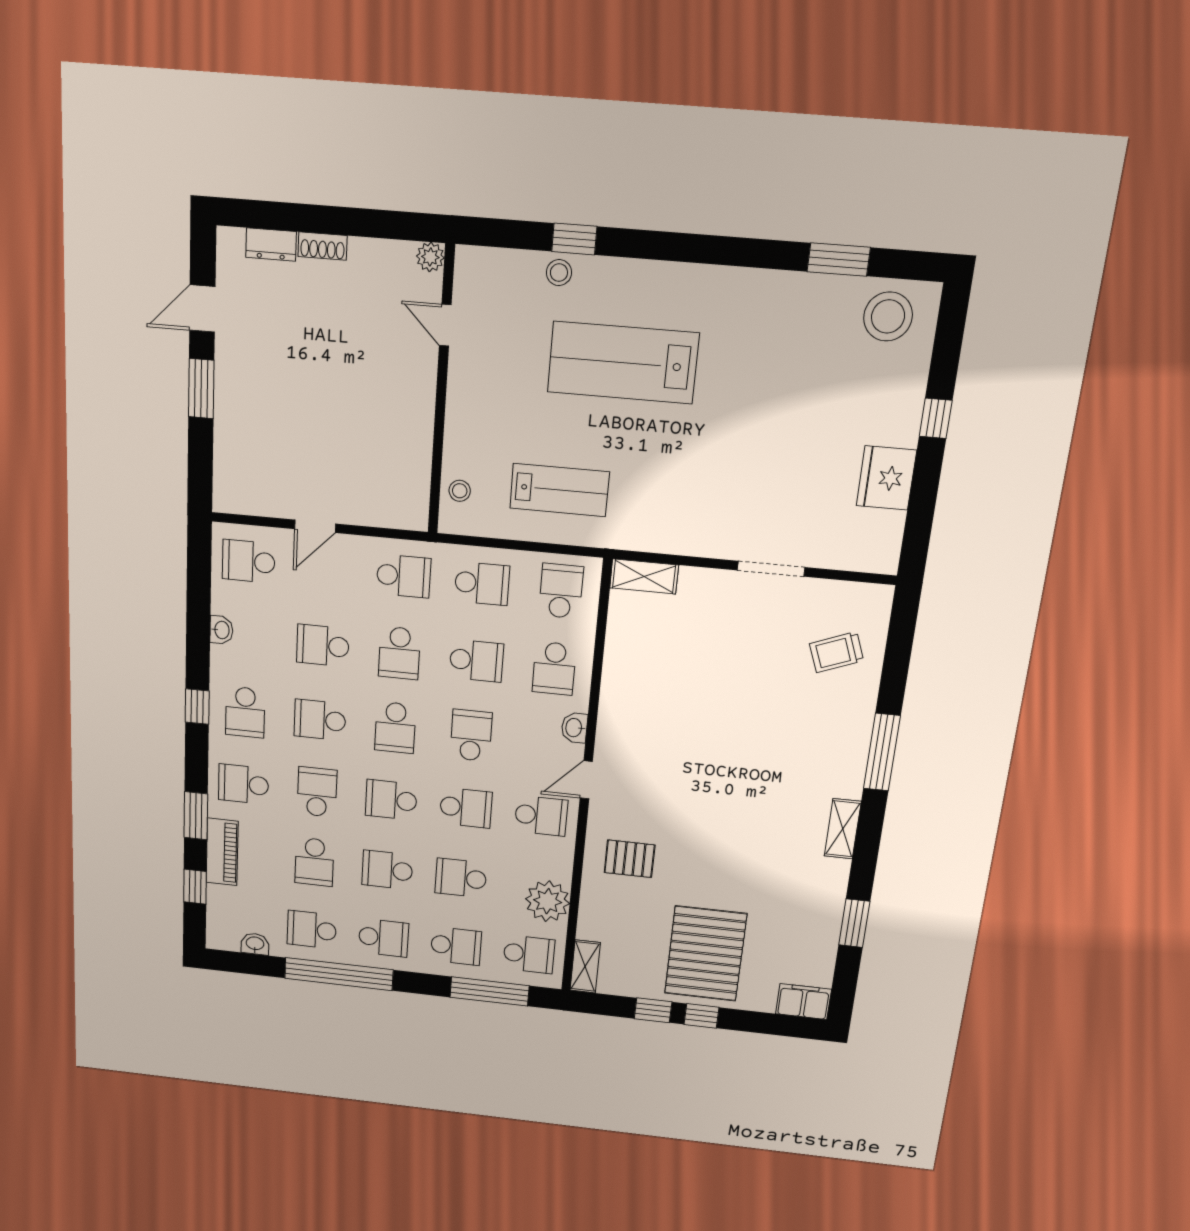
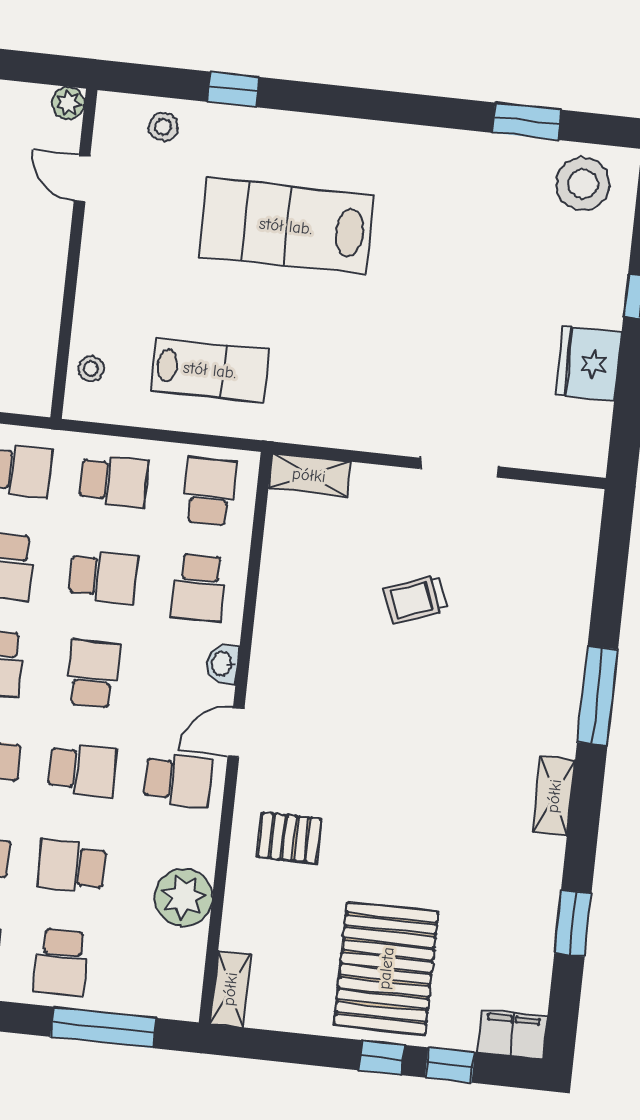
stool: (559, 273) -> (163, 127), moved
trolley: (836, 652) -> (415, 599), moved
school desk: (456, 946) -> (61, 962), turned 90
school desk: (529, 954) -> (157, 973), removed
window: (653, 1010) -> (450, 1065), moved

